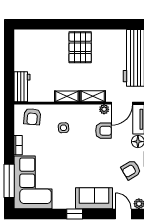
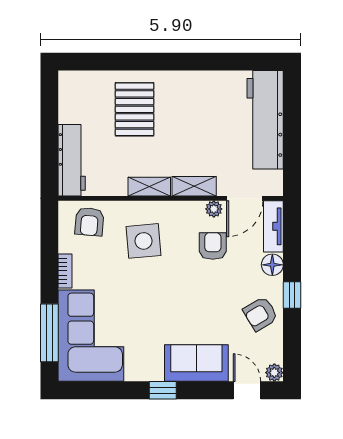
pallet: (80, 47) -> (135, 109), moved
workbench: (22, 87) -> (72, 160), width x1.38
side table: (63, 128) -> (143, 241), width x1.87, depth x1.87
armchair: (103, 131) -> (213, 246), turned -90

